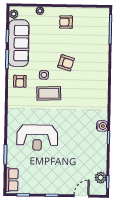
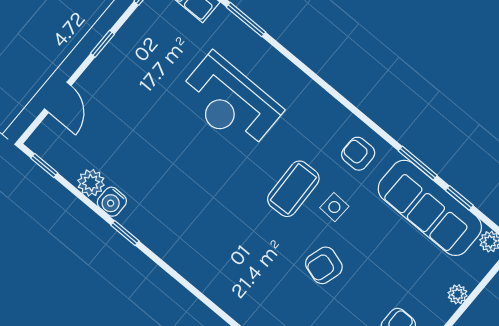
water cooler: (102, 126) -> (112, 202), moved
reception desk: (37, 138) -> (230, 102), turned -90
plant: (101, 178) -> (91, 183), moved

